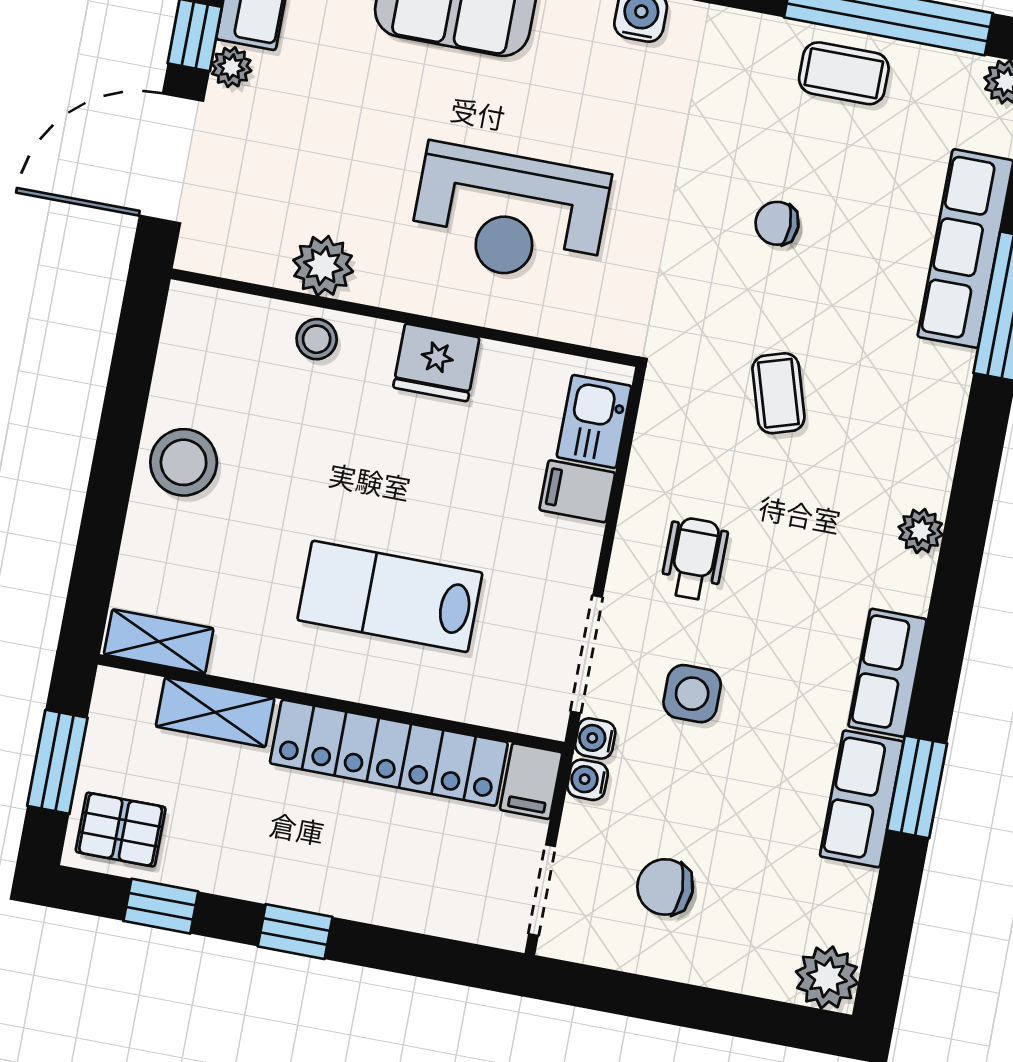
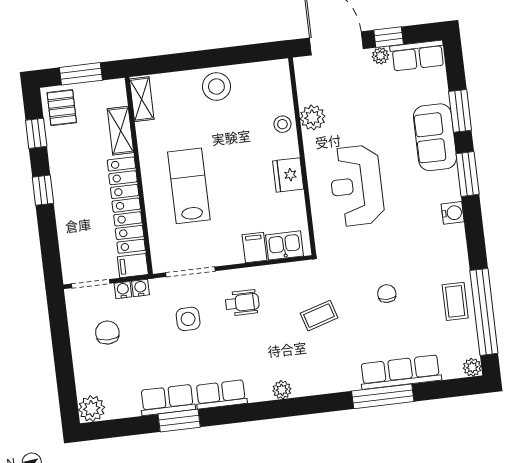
water cooler: (595, 738) -> (123, 290), moved

